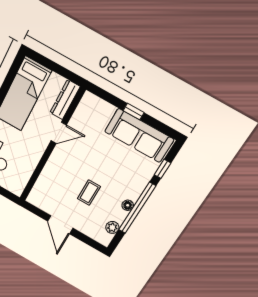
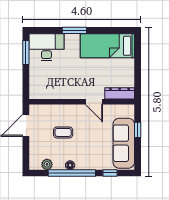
dresser: (65, 100) -> (120, 93), moved
door: (59, 133) -> (94, 102), moved
wall: (52, 146) -> (82, 102), moved

